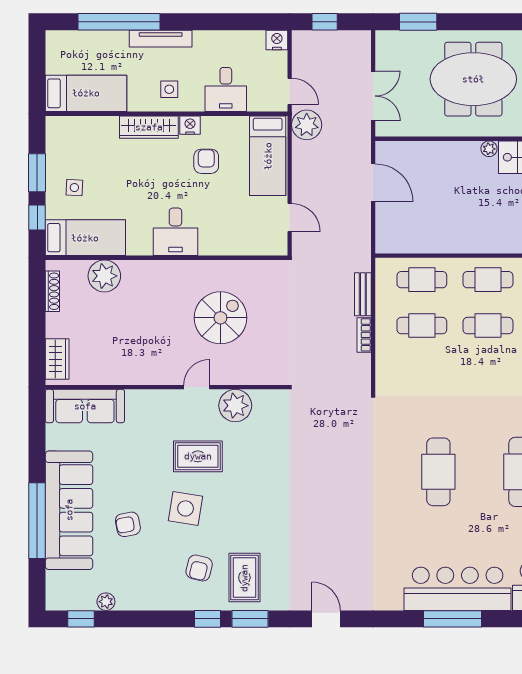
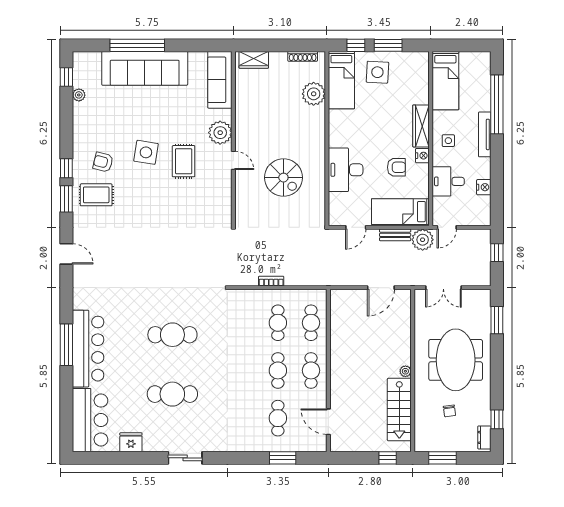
nightstand: (277, 40) -> (484, 187), moved
side table: (74, 188) -> (377, 72), width x1.87, depth x1.87
desk: (175, 232) -> (346, 170), moved, width x1.37
bench: (363, 294) -> (395, 235), moved
plant: (235, 406) -> (220, 133), moved
armchair: (128, 524) -> (135, 111), removed
door: (326, 619) -> (66, 254), hinge flipped

